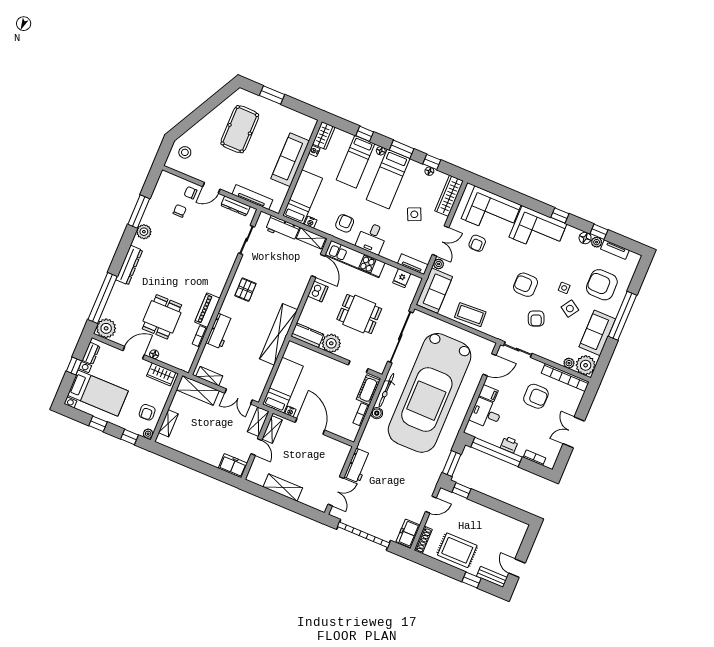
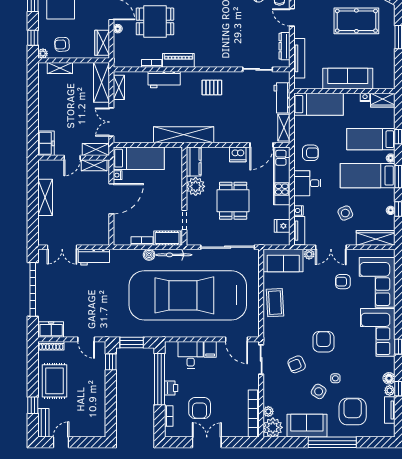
nightstand: (311, 222) -> (298, 211), moved
armchair: (536, 396) -> (200, 408), moved

